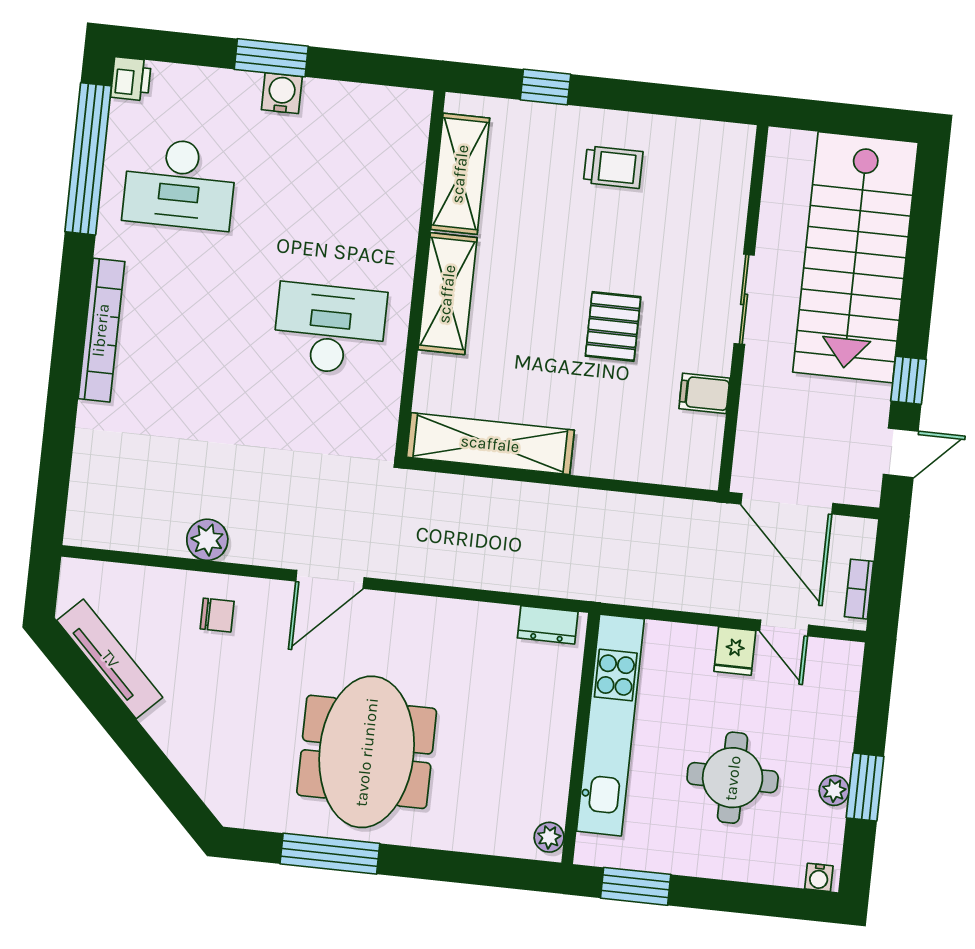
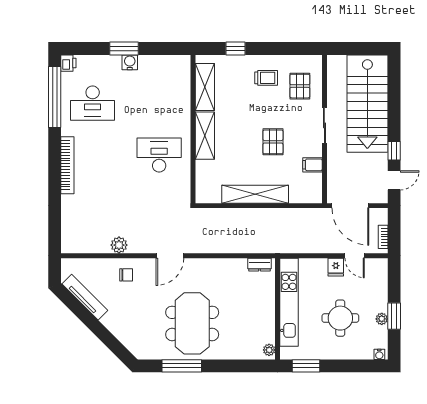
pallet: (694, 196) -> (300, 86), added
shelving: (490, 444) -> (255, 194), moved

